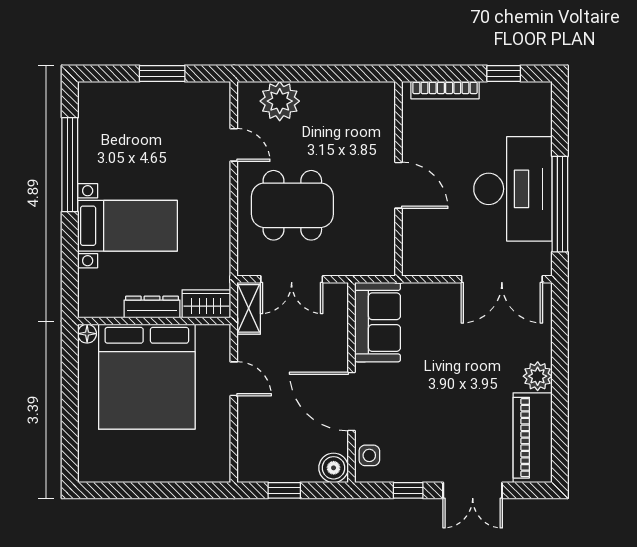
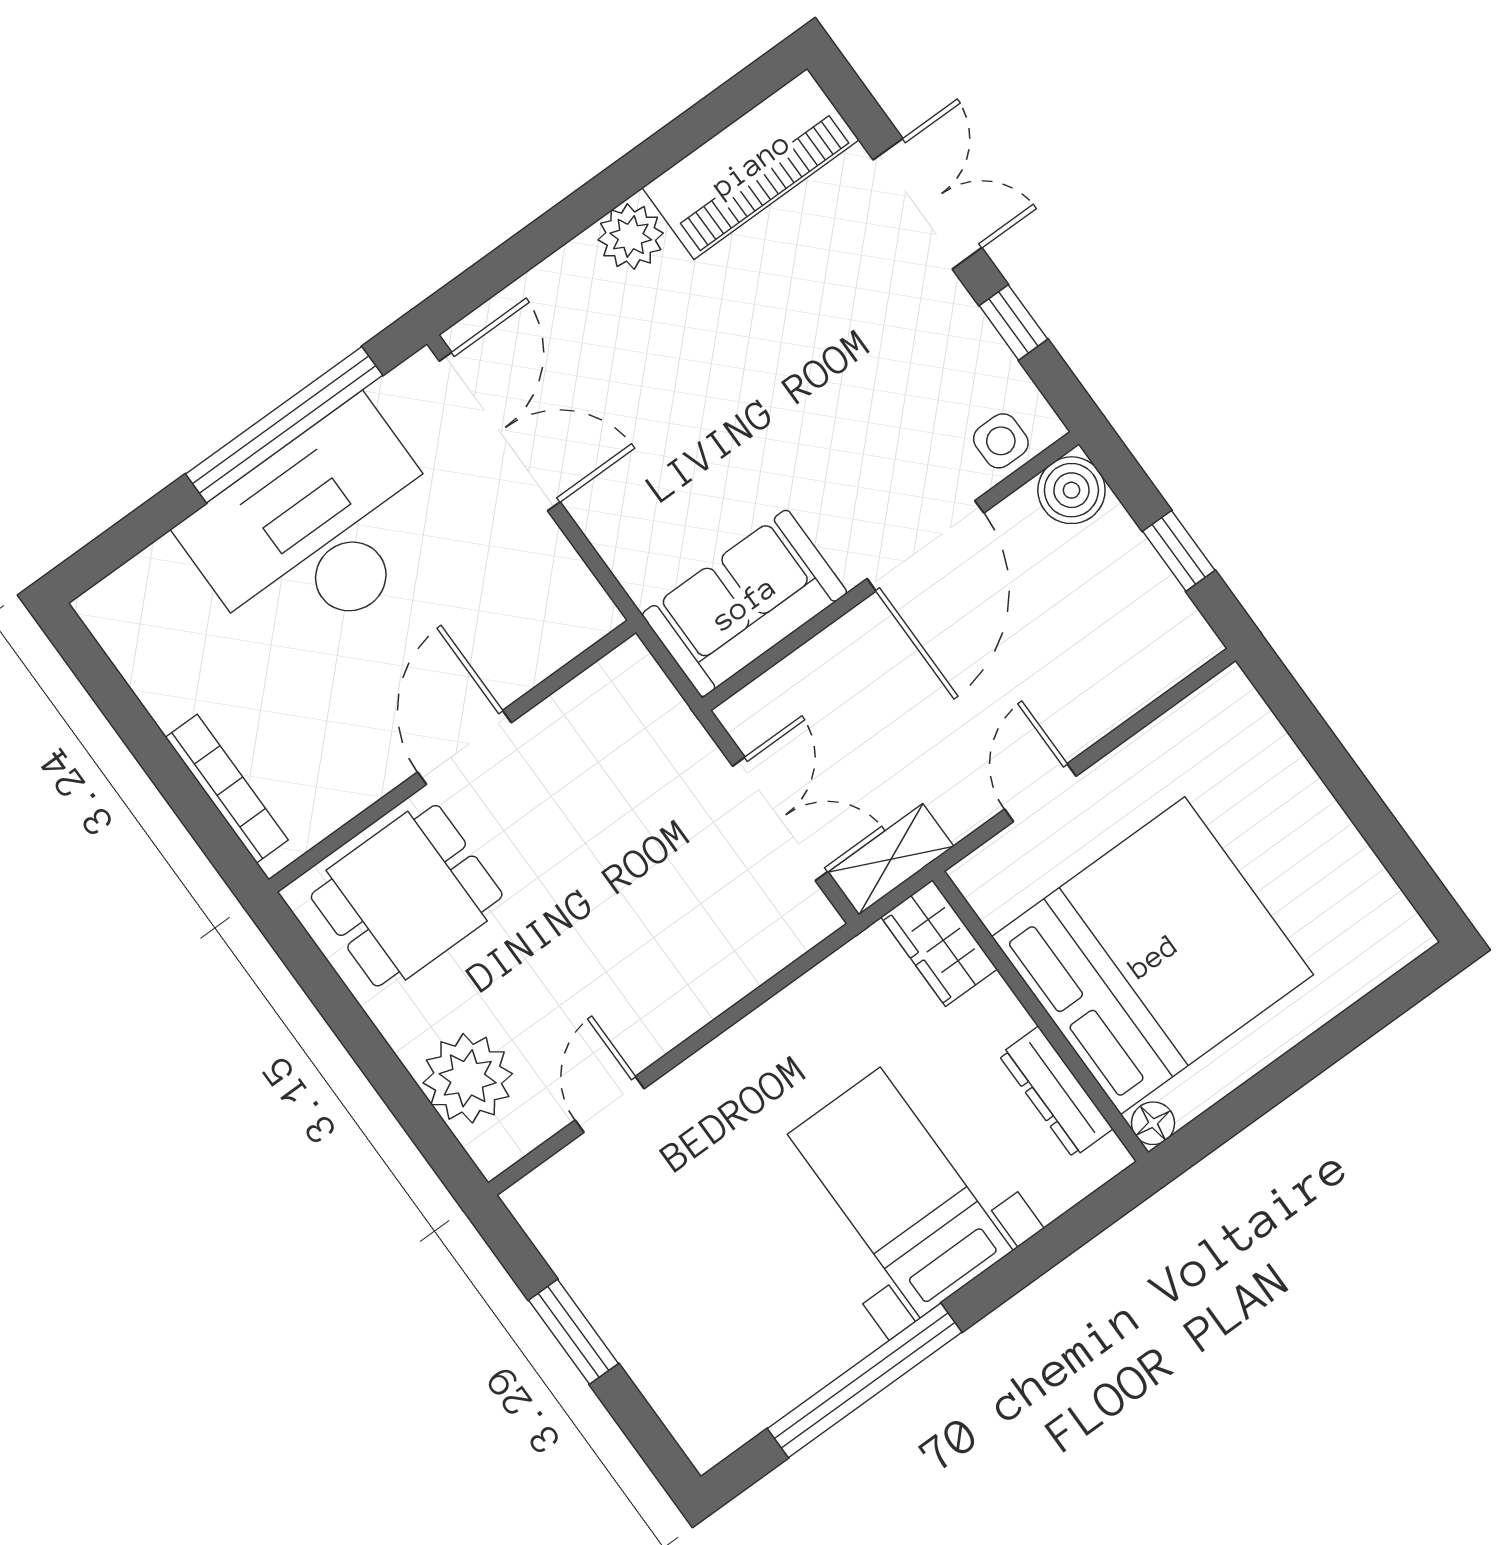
window: (504, 73) -> (118, 703), removed
dining table: (292, 205) -> (407, 896), moved, width x0.73
dresser: (152, 307) -> (1056, 1092), moved

